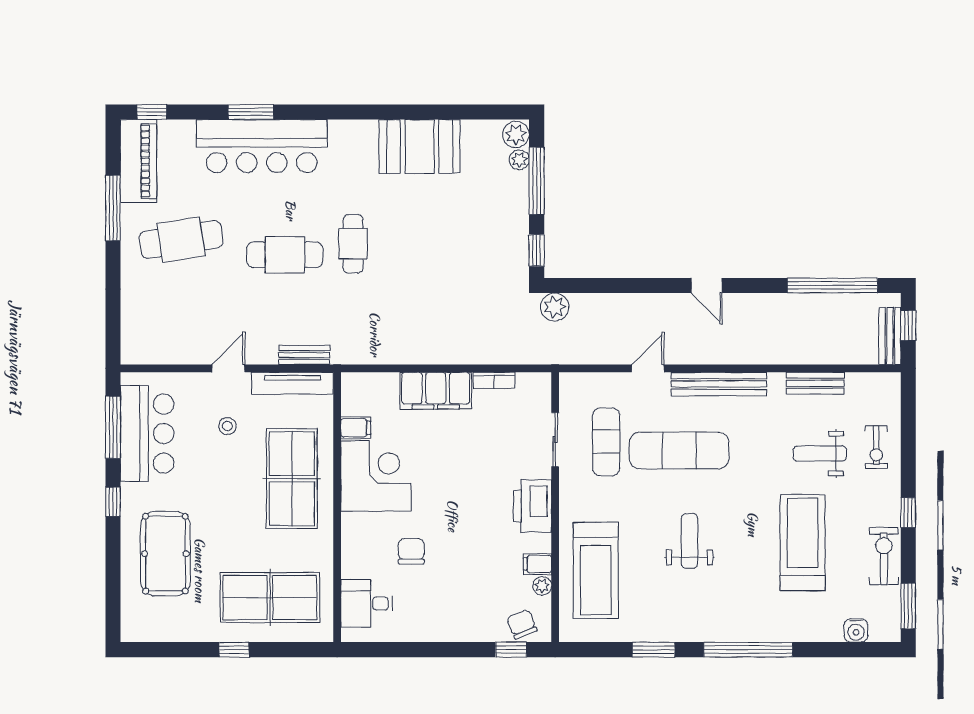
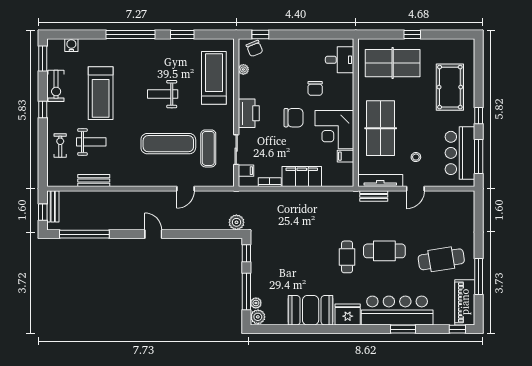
fridge: (352, 139) -> (348, 314), added
bench: (719, 384) -> (147, 180), removed
chair: (451, 498) -> (294, 118), added
weight bench: (689, 541) -> (163, 94), turned 90
filing cabinet: (537, 564) -> (246, 171), moved

